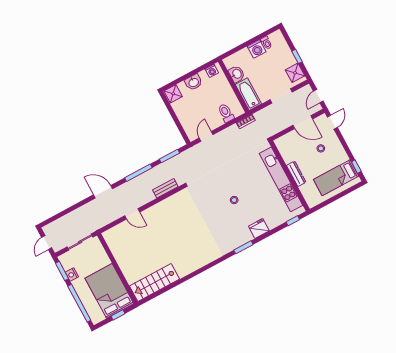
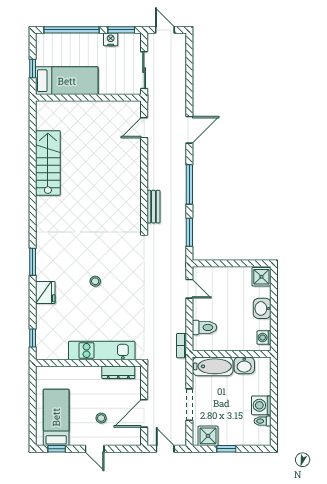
door: (332, 122) -> (95, 449), moved
dresser: (296, 174) -> (118, 372), moved
kitchen unit: (281, 179) -> (102, 351), width x0.73
door: (132, 214) -> (144, 128), moved
stairs: (154, 282) -> (48, 163), moved
bed: (109, 291) -> (67, 81), width x0.67

